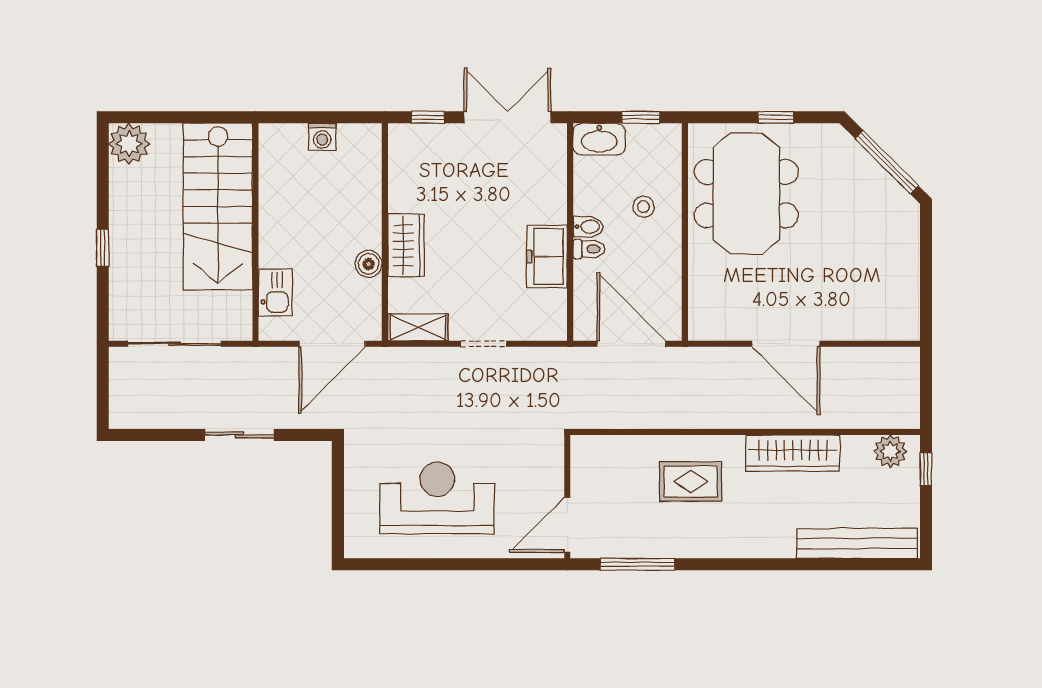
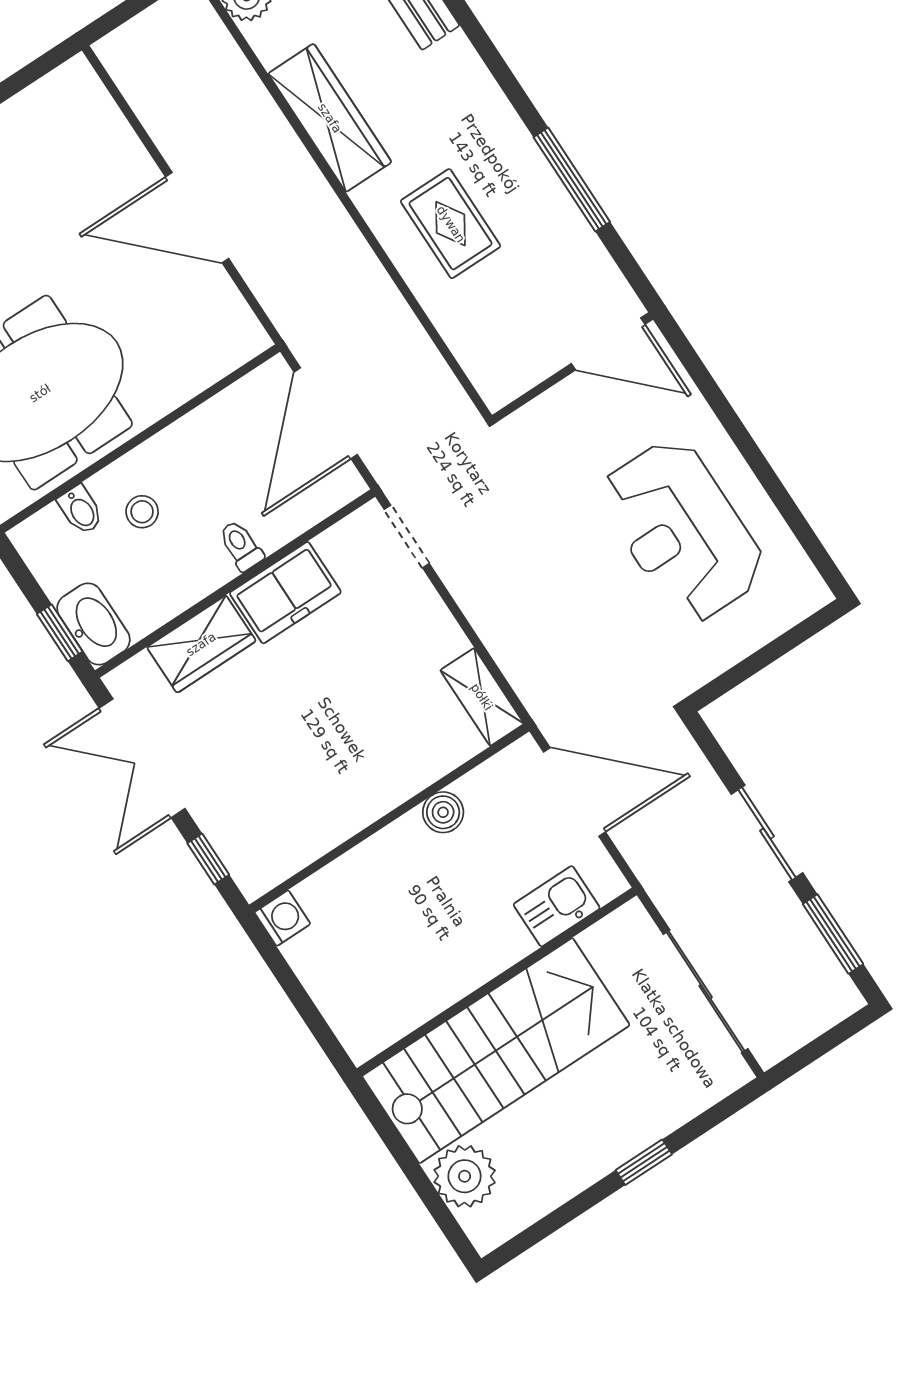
window: (641, 117) -> (60, 633), moved
washing machine: (322, 137) -> (282, 918), moved
plant: (129, 144) -> (465, 1176), moved
bidet: (588, 227) -> (81, 510), moved, turned 180
wardrobe: (406, 245) -> (201, 644), moved, turned 180
doorway: (484, 344) -> (407, 536), moved
door: (786, 344) -> (197, 218), swing flipped
window: (160, 435) -> (833, 934), added
window: (637, 564) -> (572, 180), moved

